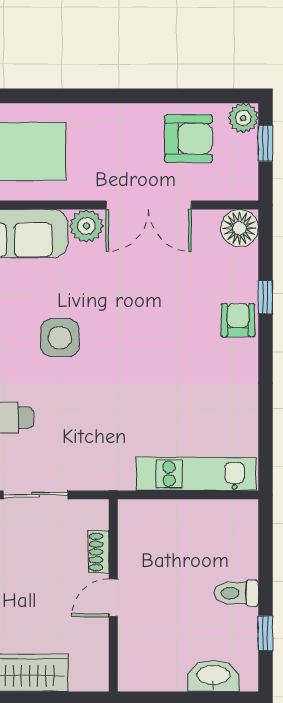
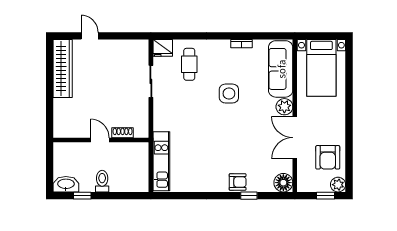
shoe rack: (99, 552) -> (123, 133), moved
wall: (113, 595) -> (101, 140), moved
door: (113, 598) -> (100, 140), moved
washbasin: (213, 676) -> (66, 184), moved, turned -90

